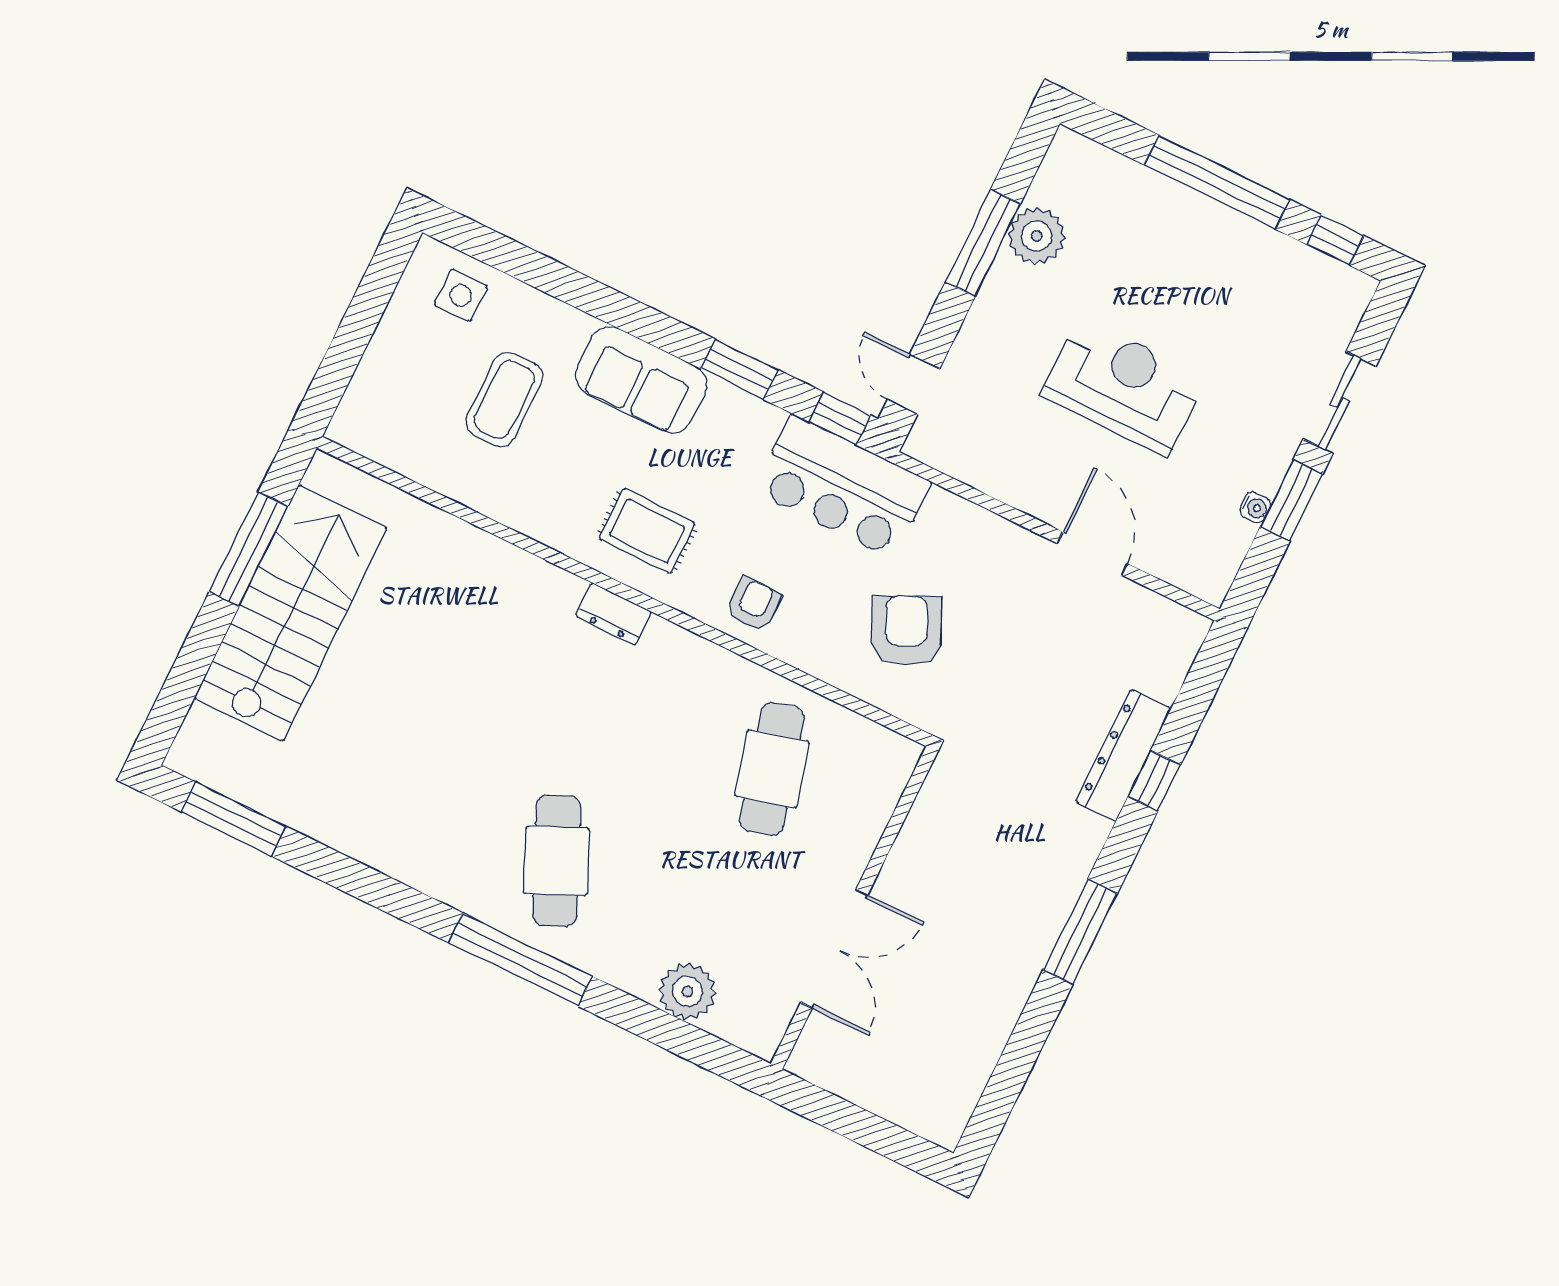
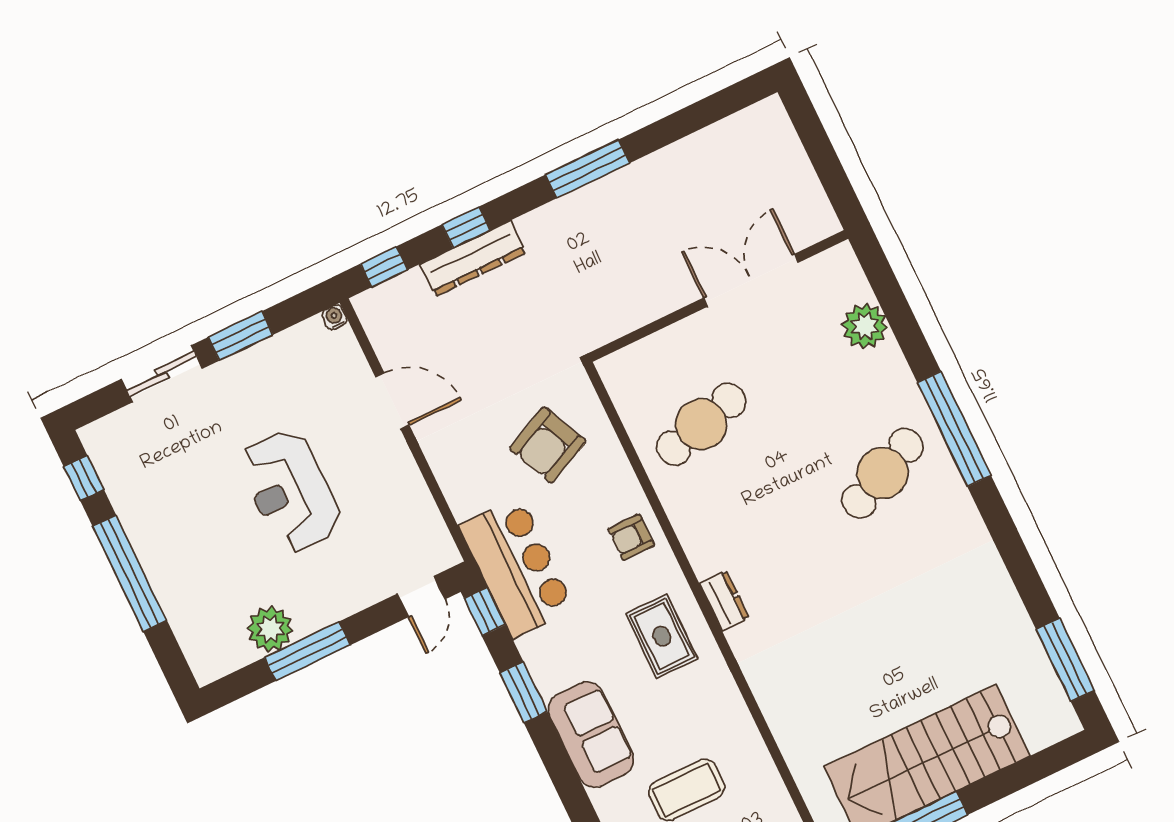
water cooler: (1255, 507) -> (335, 317), moved
door: (1092, 554) -> (392, 401), swing flipped
window: (1204, 679) -> (384, 267), added

